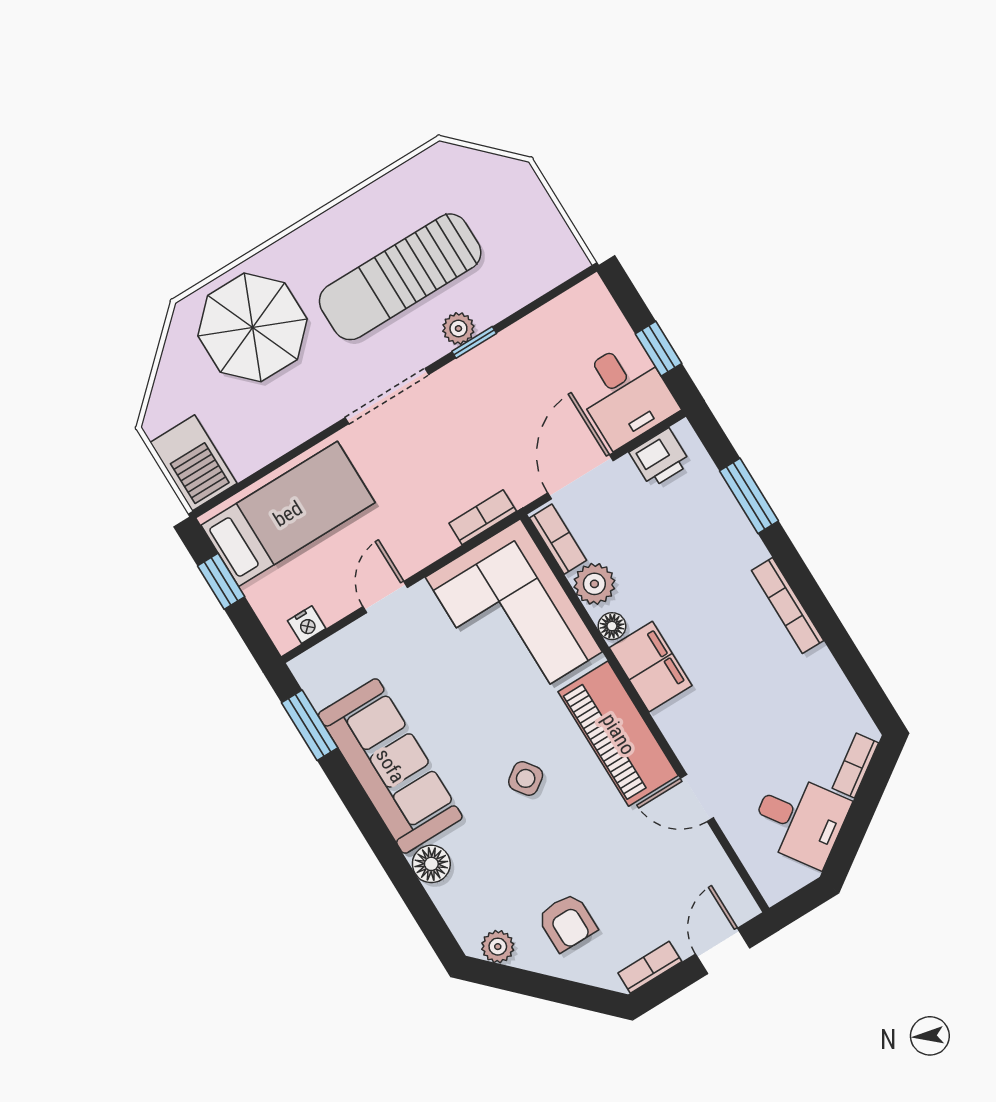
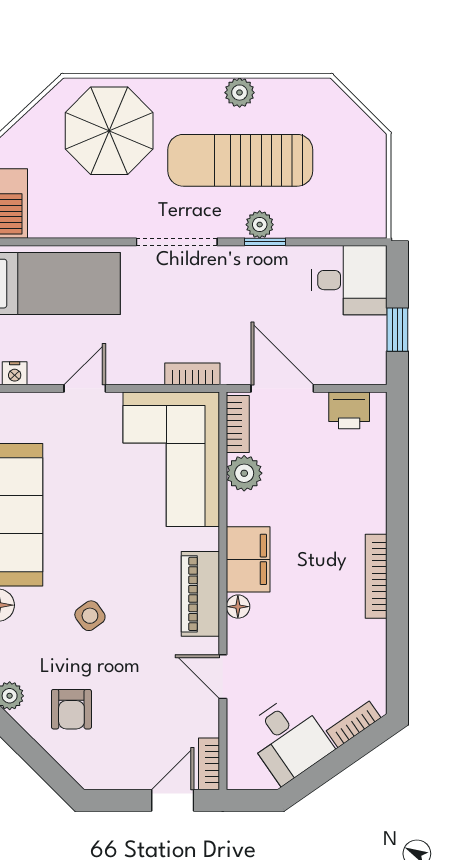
plant: (358, 210) -> (240, 93), added
desk: (625, 394) -> (349, 280), moved, turned -90
door: (581, 477) -> (282, 388), hinge flipped
window: (749, 496) -> (397, 478), removed
floor lamp: (612, 626) -> (238, 607), moved
piano: (618, 734) -> (200, 594), width x0.73, depth x0.75
side table: (526, 778) -> (90, 616), moved
bookcase: (650, 967) -> (209, 764), moved, turned -90

